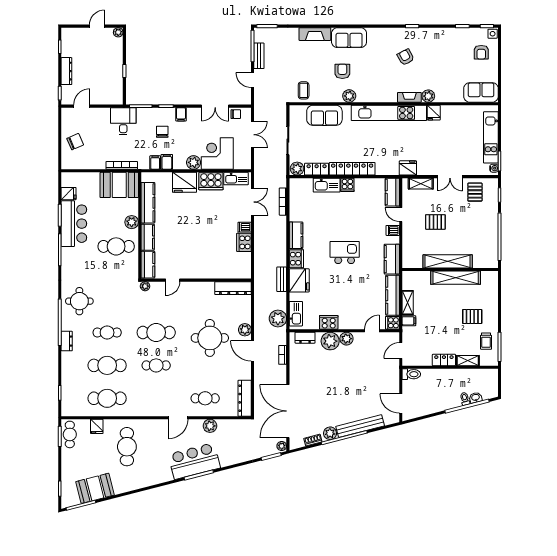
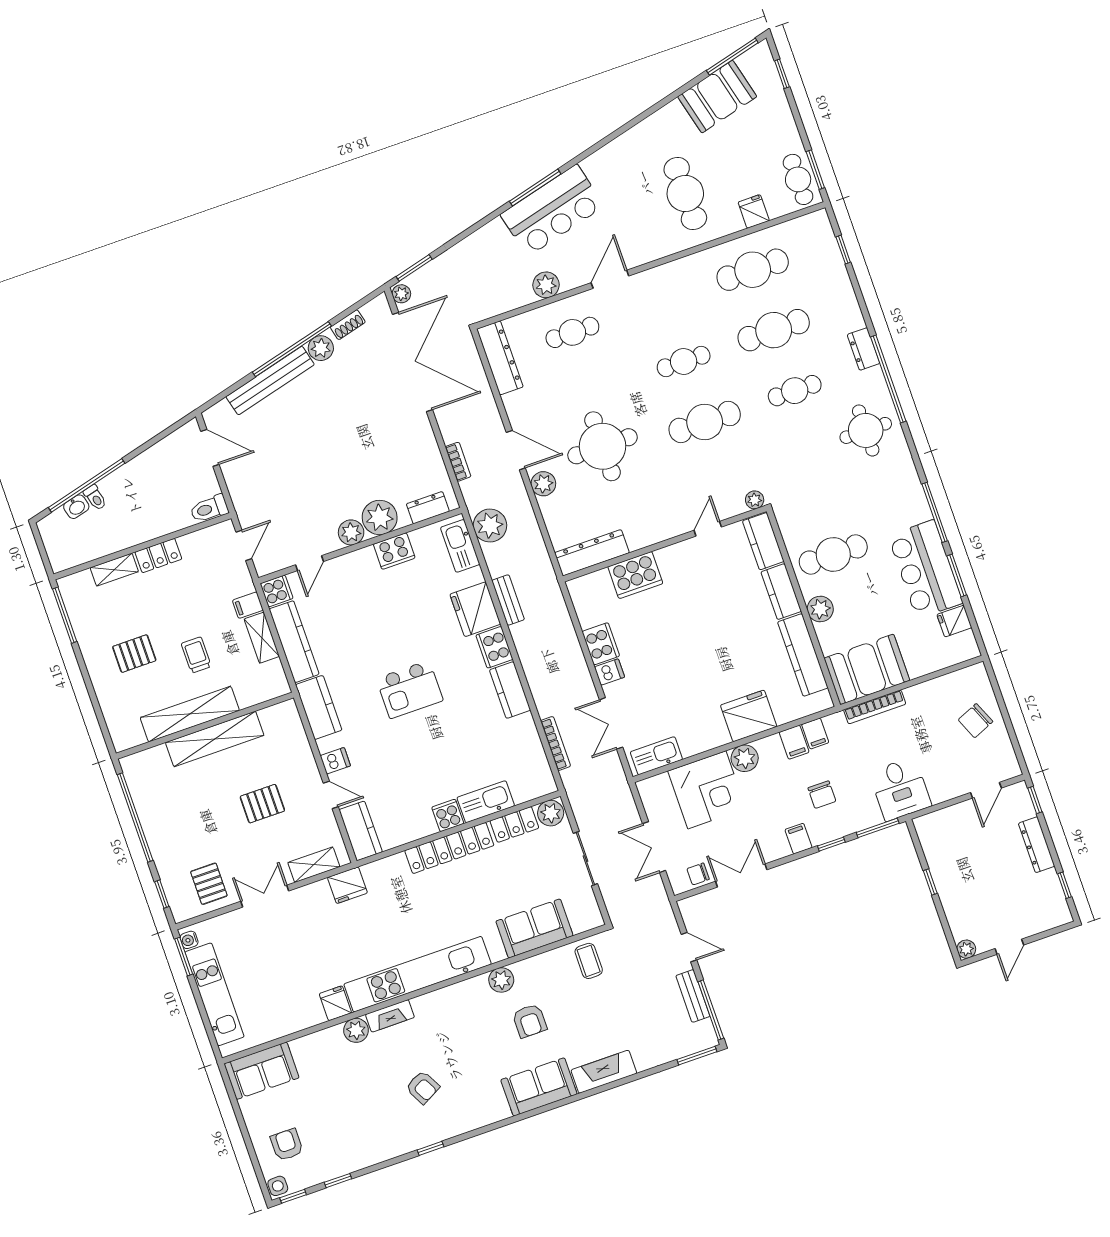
cooker: (211, 181) -> (635, 575), moved, turned 180
trolley: (486, 341) -> (196, 655), moved

